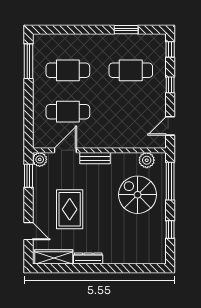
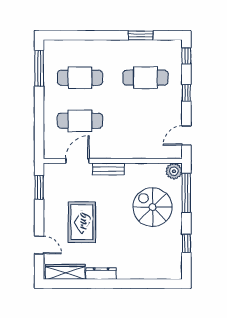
plant: (40, 159) -> (51, 170), removed
plant: (147, 160) -> (174, 171), moved

